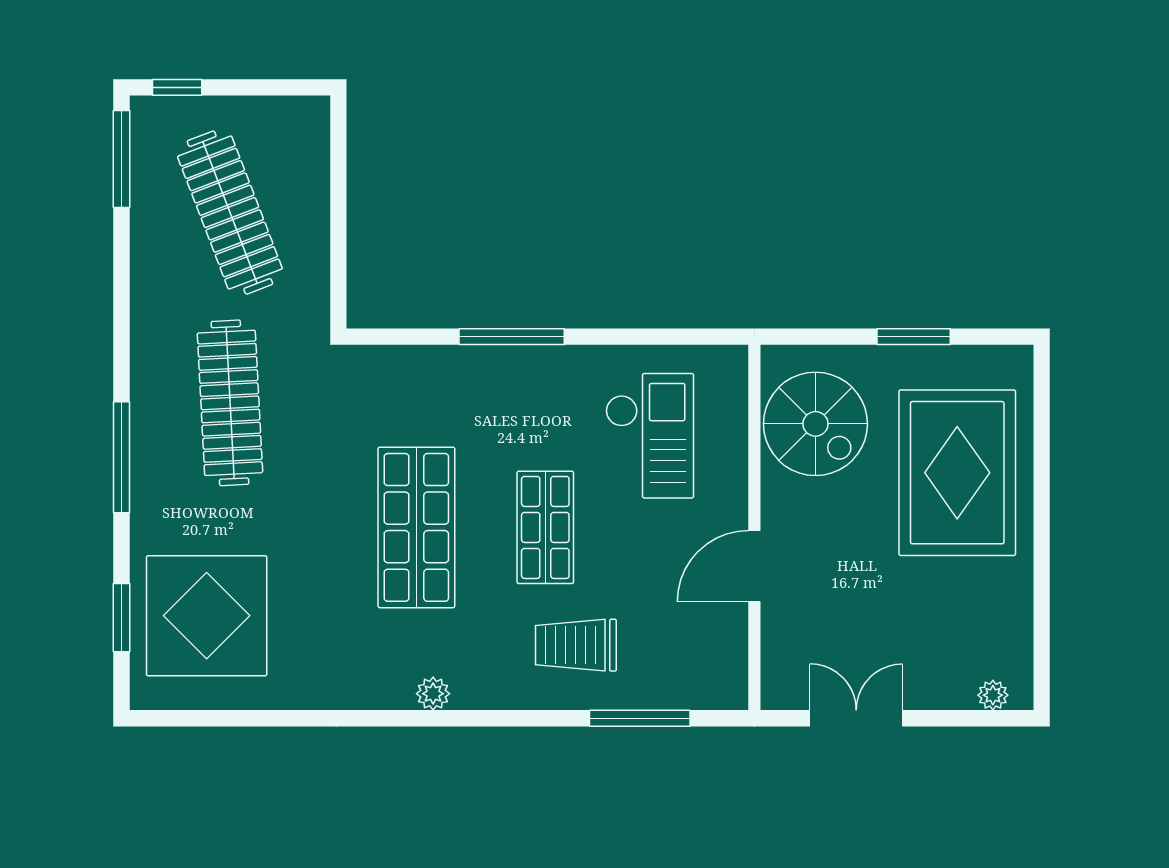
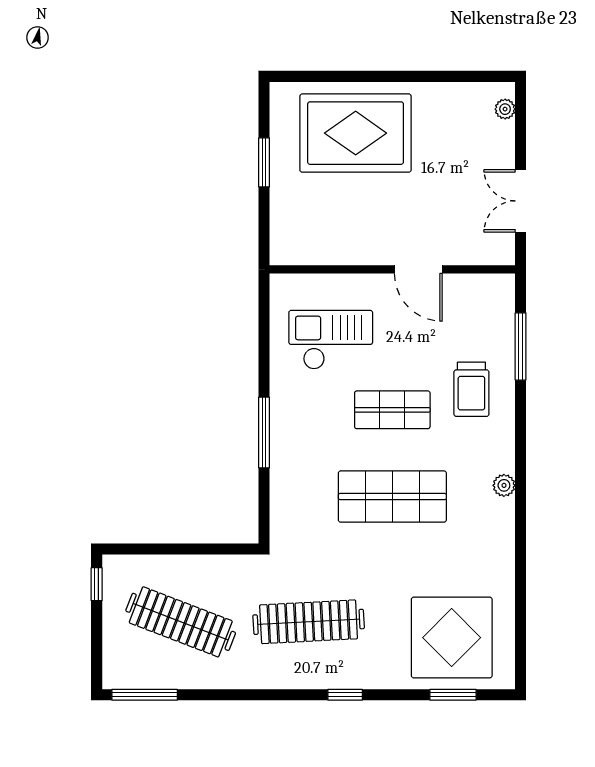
window: (177, 87) -> (97, 584), moved
clothes rail: (230, 213) -> (181, 622), turned 42
spiral stairs: (815, 424) -> (323, 228), removed
window: (121, 457) -> (345, 695), width x0.46

